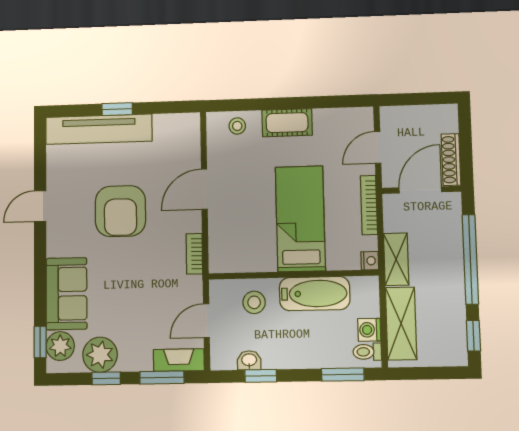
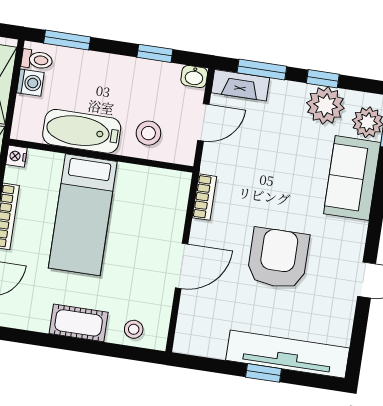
washbasin: (249, 360) -> (194, 77), moved

